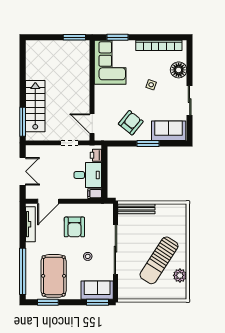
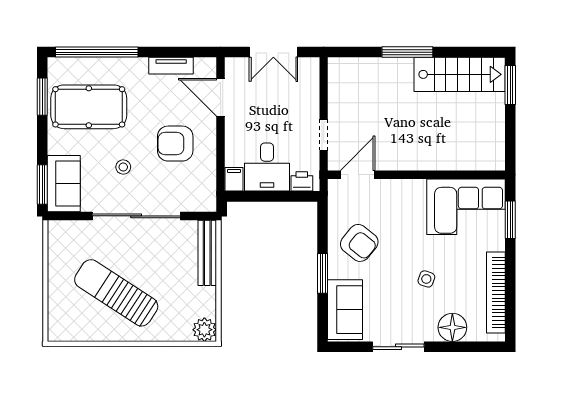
window: (74, 37) -> (510, 85), moved
stairs: (35, 106) -> (460, 74), moved
window: (23, 122) -> (407, 52), moved
tv unit: (30, 224) -> (171, 66), width x0.71
plant: (180, 275) -> (204, 330), moved

